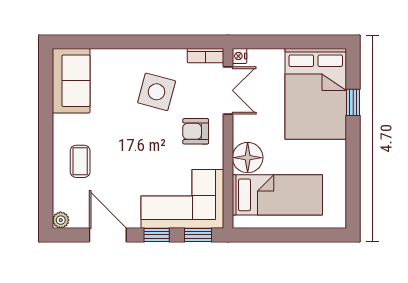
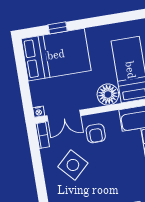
double door: (228, 90) -> (64, 116), swing flipped
side table: (157, 92) -> (73, 165), turned 32

